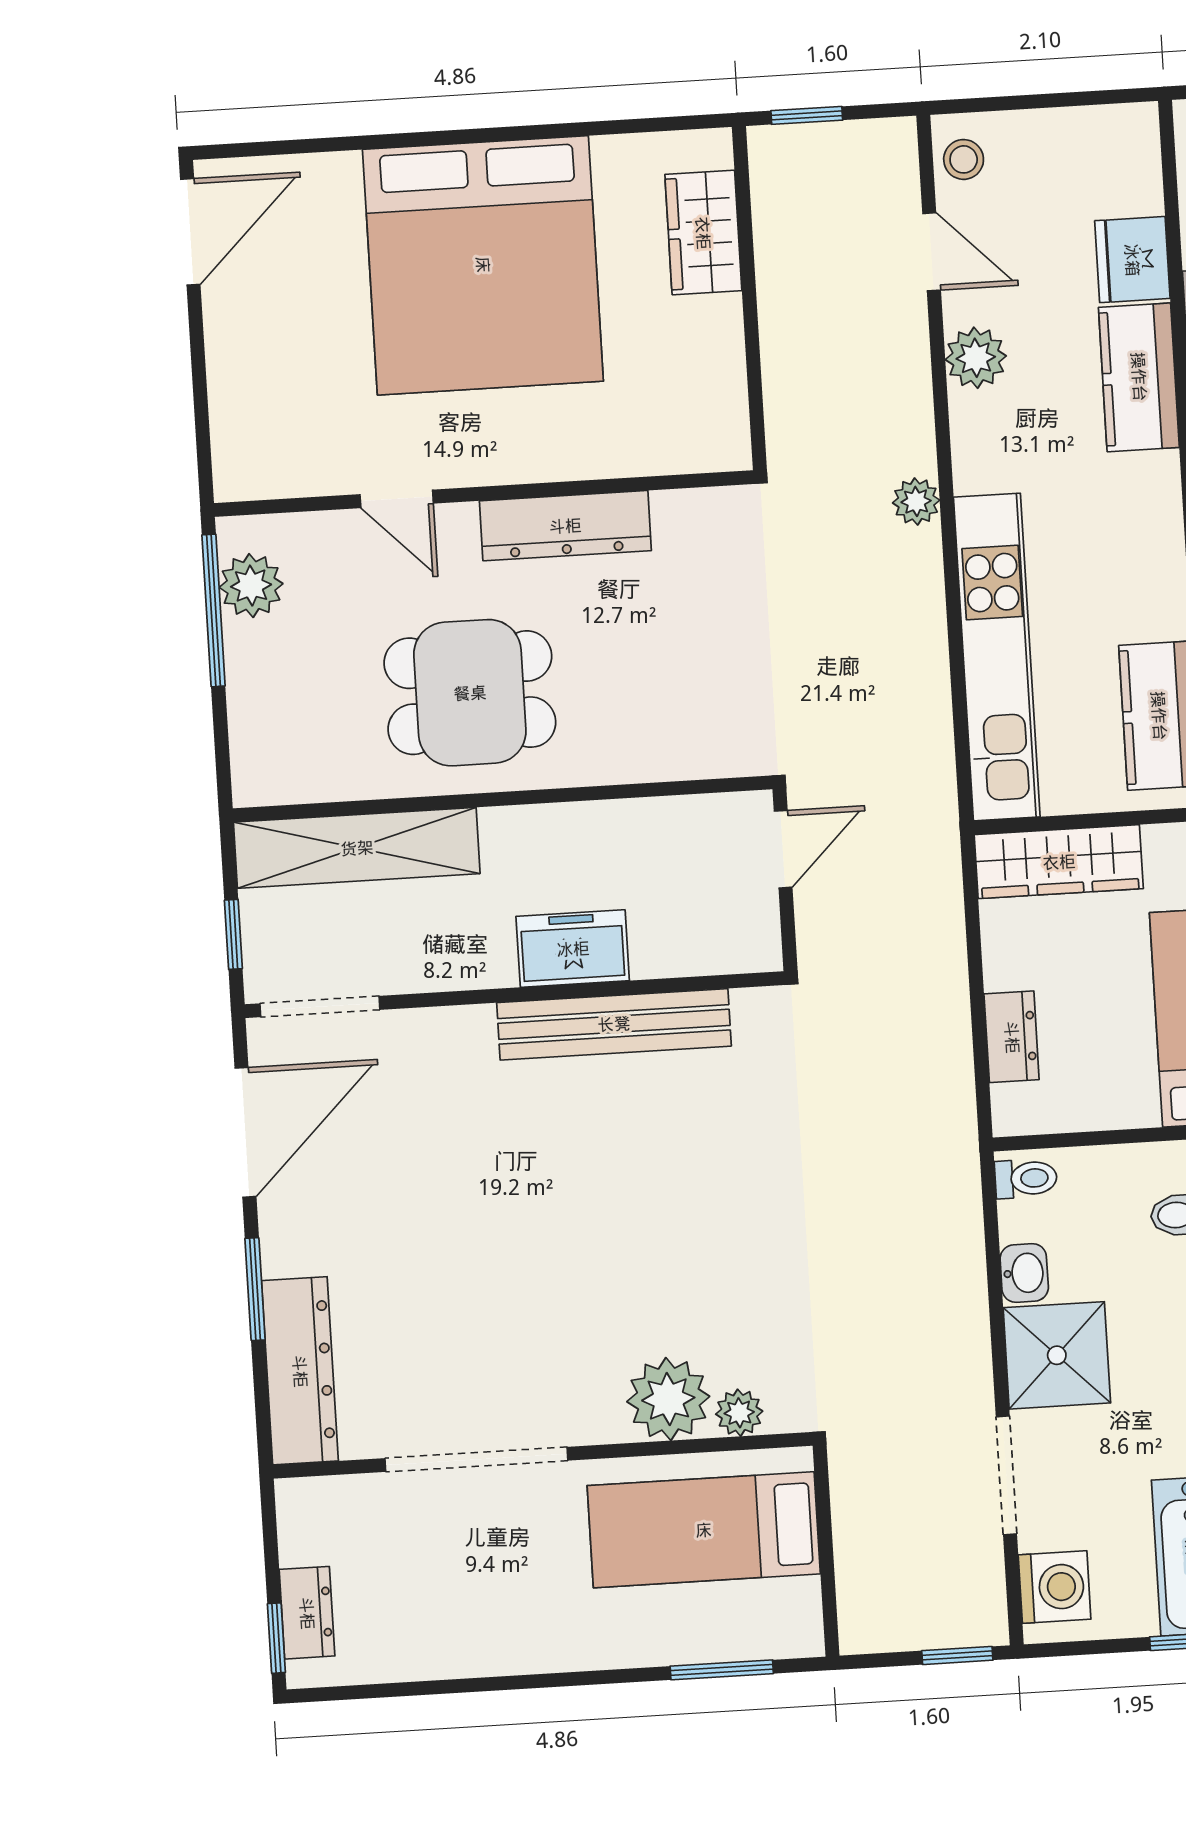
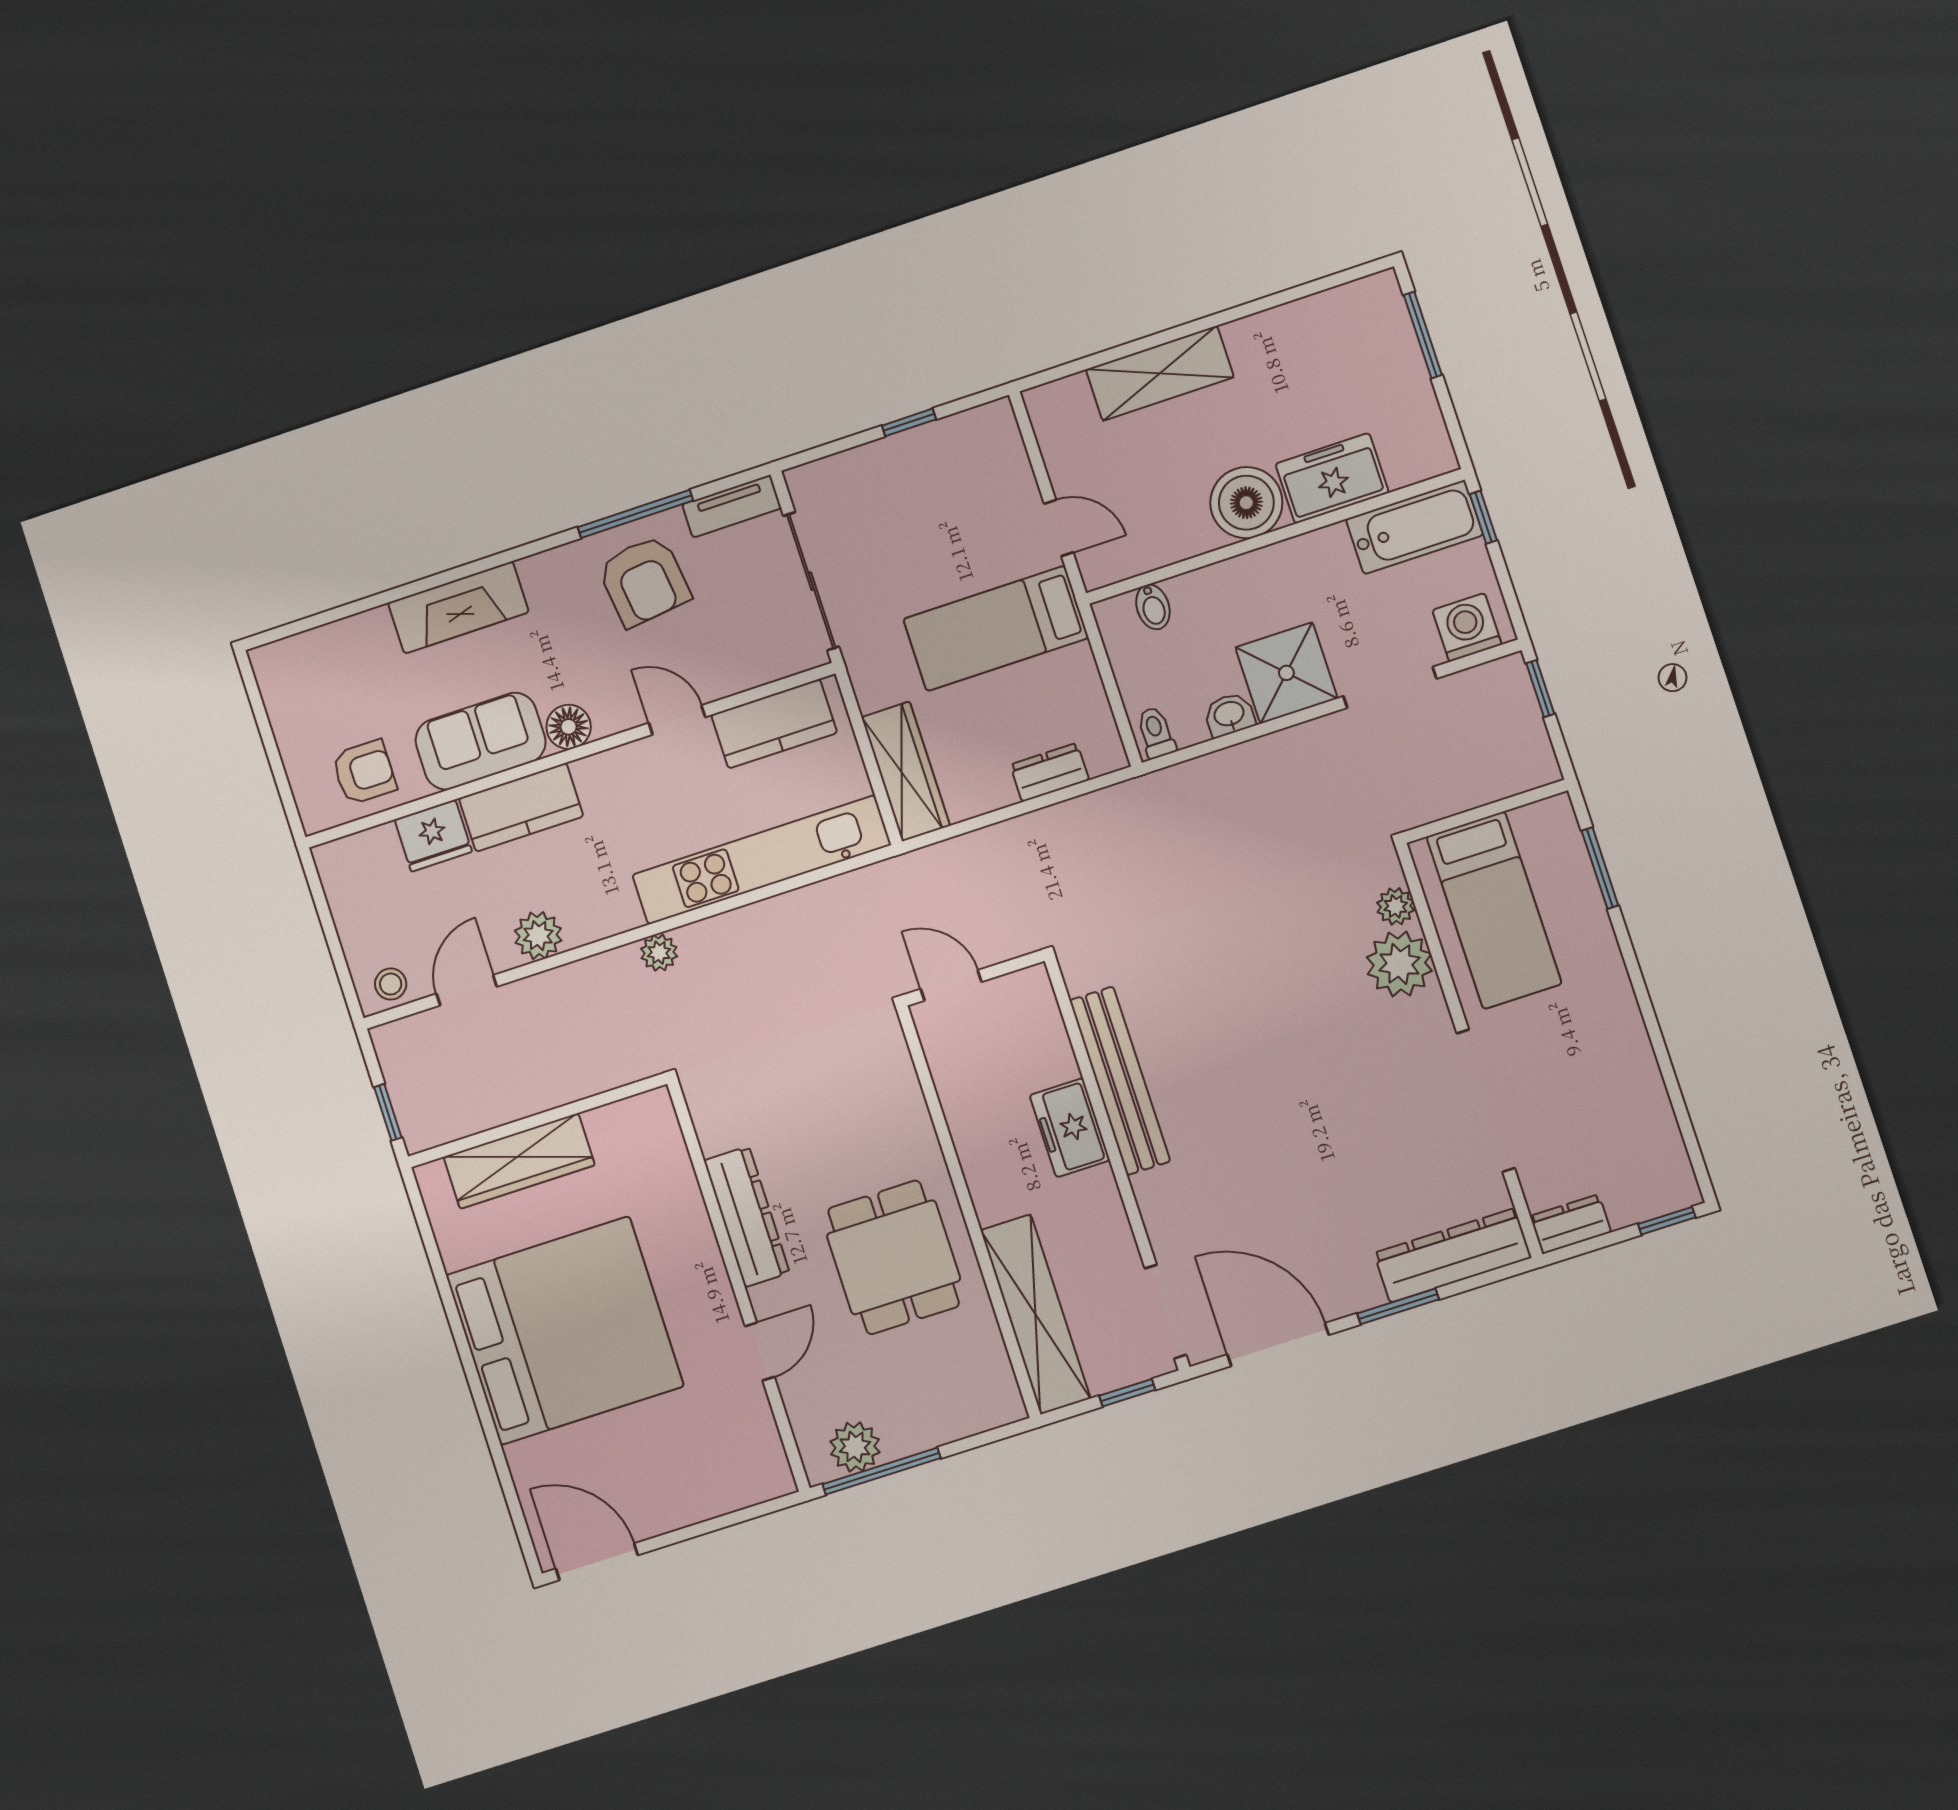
wardrobe: (703, 233) -> (519, 1161), width x1.50
dresser: (307, 1613) -> (1571, 1224), moved

